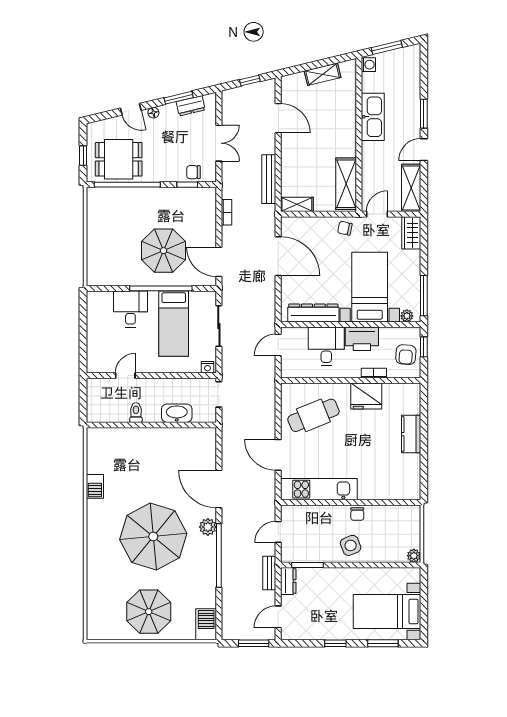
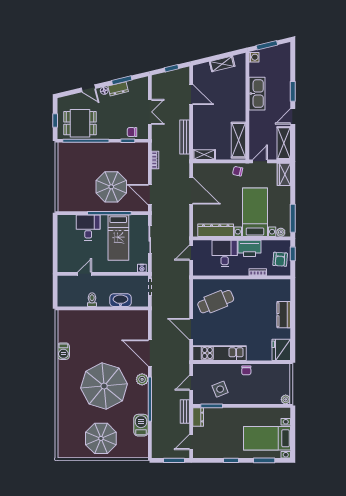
dresser: (191, 106) -> (118, 89), moved
fridge: (366, 396) -> (281, 350), moved, turned 90
side table: (351, 545) -> (220, 389), moved
barbecue: (206, 624) -> (141, 425), moved

